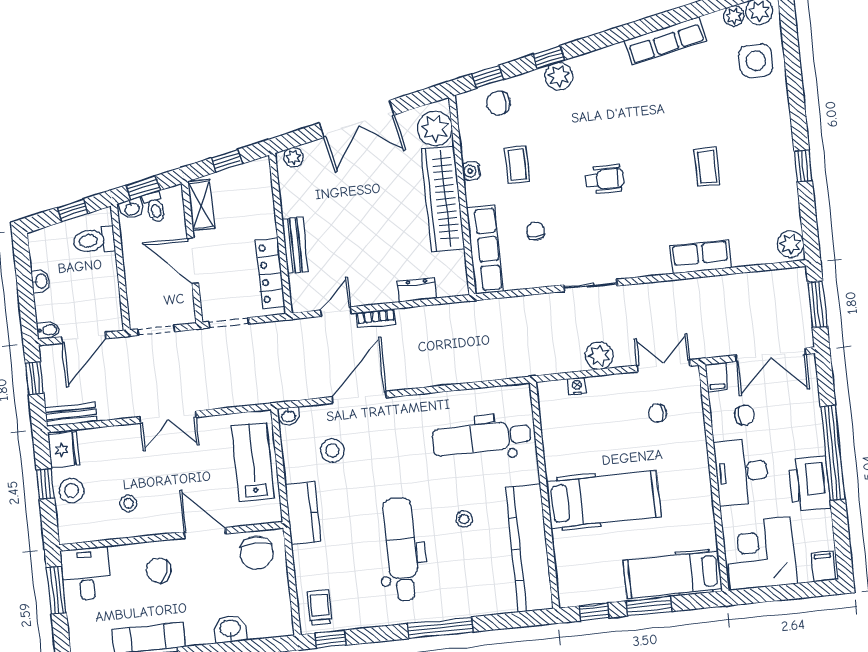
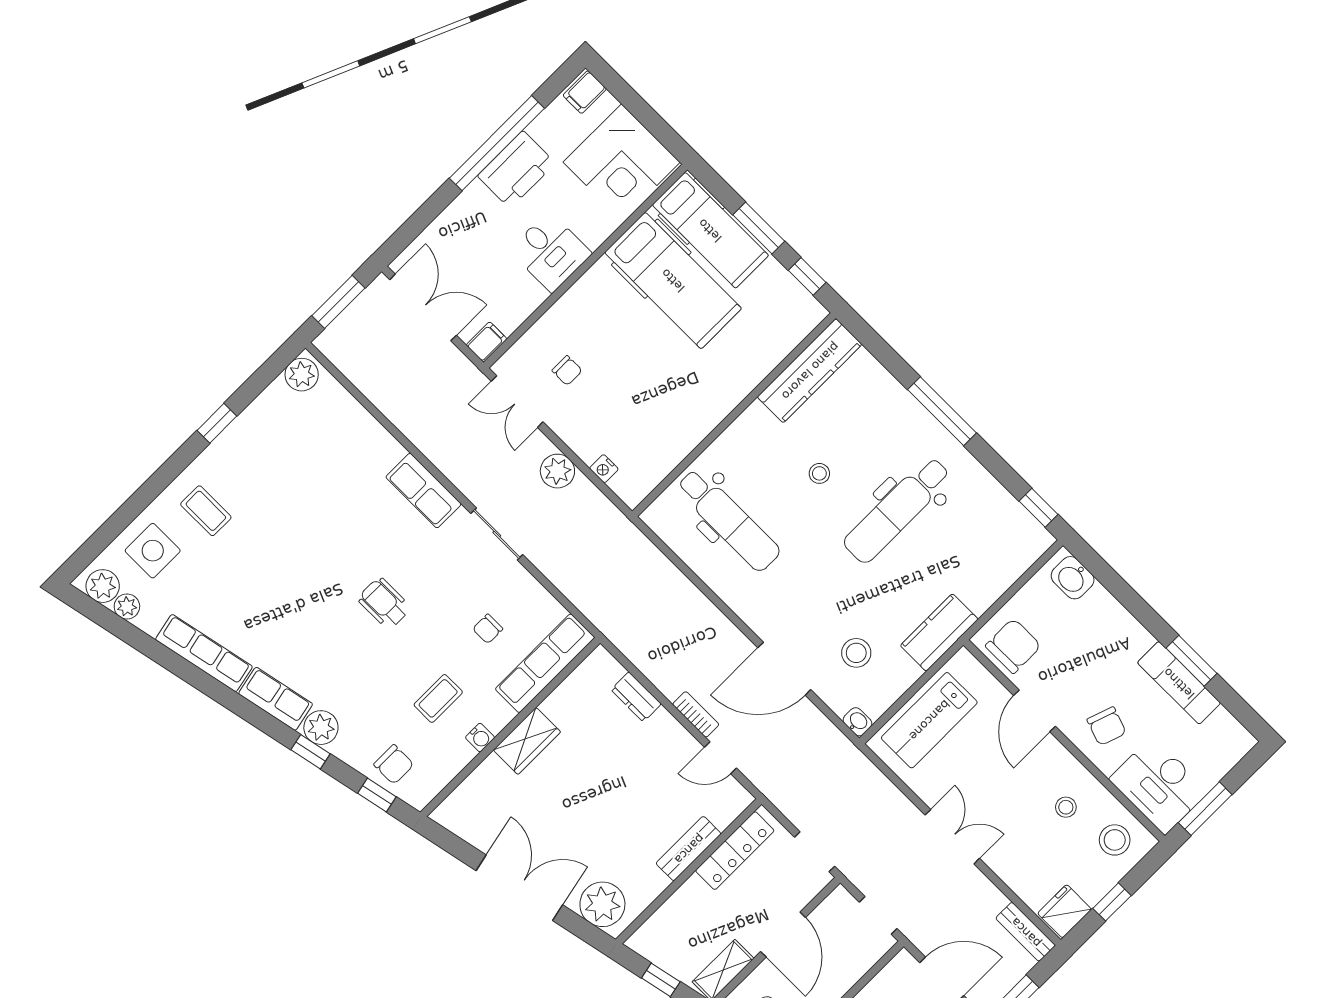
row of seats: (600, 62) -> (276, 699), added
plant: (435, 128) -> (468, 806), removed
plant: (293, 157) -> (602, 904), width x1.88, depth x1.88
coffee table: (707, 167) -> (206, 511), moved, turned 90
wardrobe: (443, 199) -> (527, 741), width x0.48, depth x0.85
row of seats: (700, 257) -> (423, 491), moved
chair: (745, 415) -> (501, 286), removed
window: (833, 453) -> (497, 143), moved
desk: (741, 472) -> (550, 252), width x0.73
stool: (71, 491) -> (1115, 840), moved
hospital bed: (604, 499) -> (673, 280), moved, turned 180
kitchen counter: (529, 548) -> (810, 371), width x0.72, depth x0.86
desk: (86, 574) -> (1159, 785), width x1.37
trolley: (320, 608) -> (1017, 543), removed
washbasin: (230, 629) -> (1073, 578), moved

